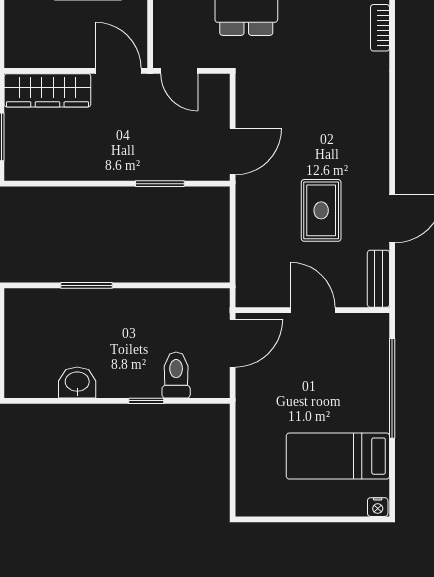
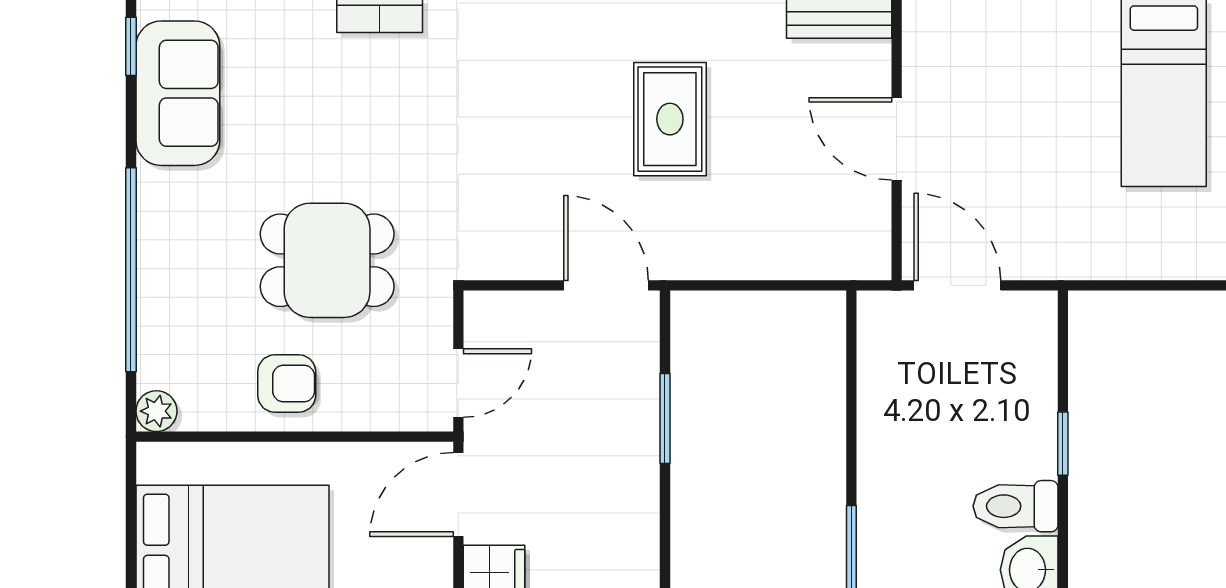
rug: (321, 210) -> (670, 119), moved, turned 90
door: (313, 310) -> (897, 139), hinge flipped
toilet: (176, 375) -> (1016, 506), moved

